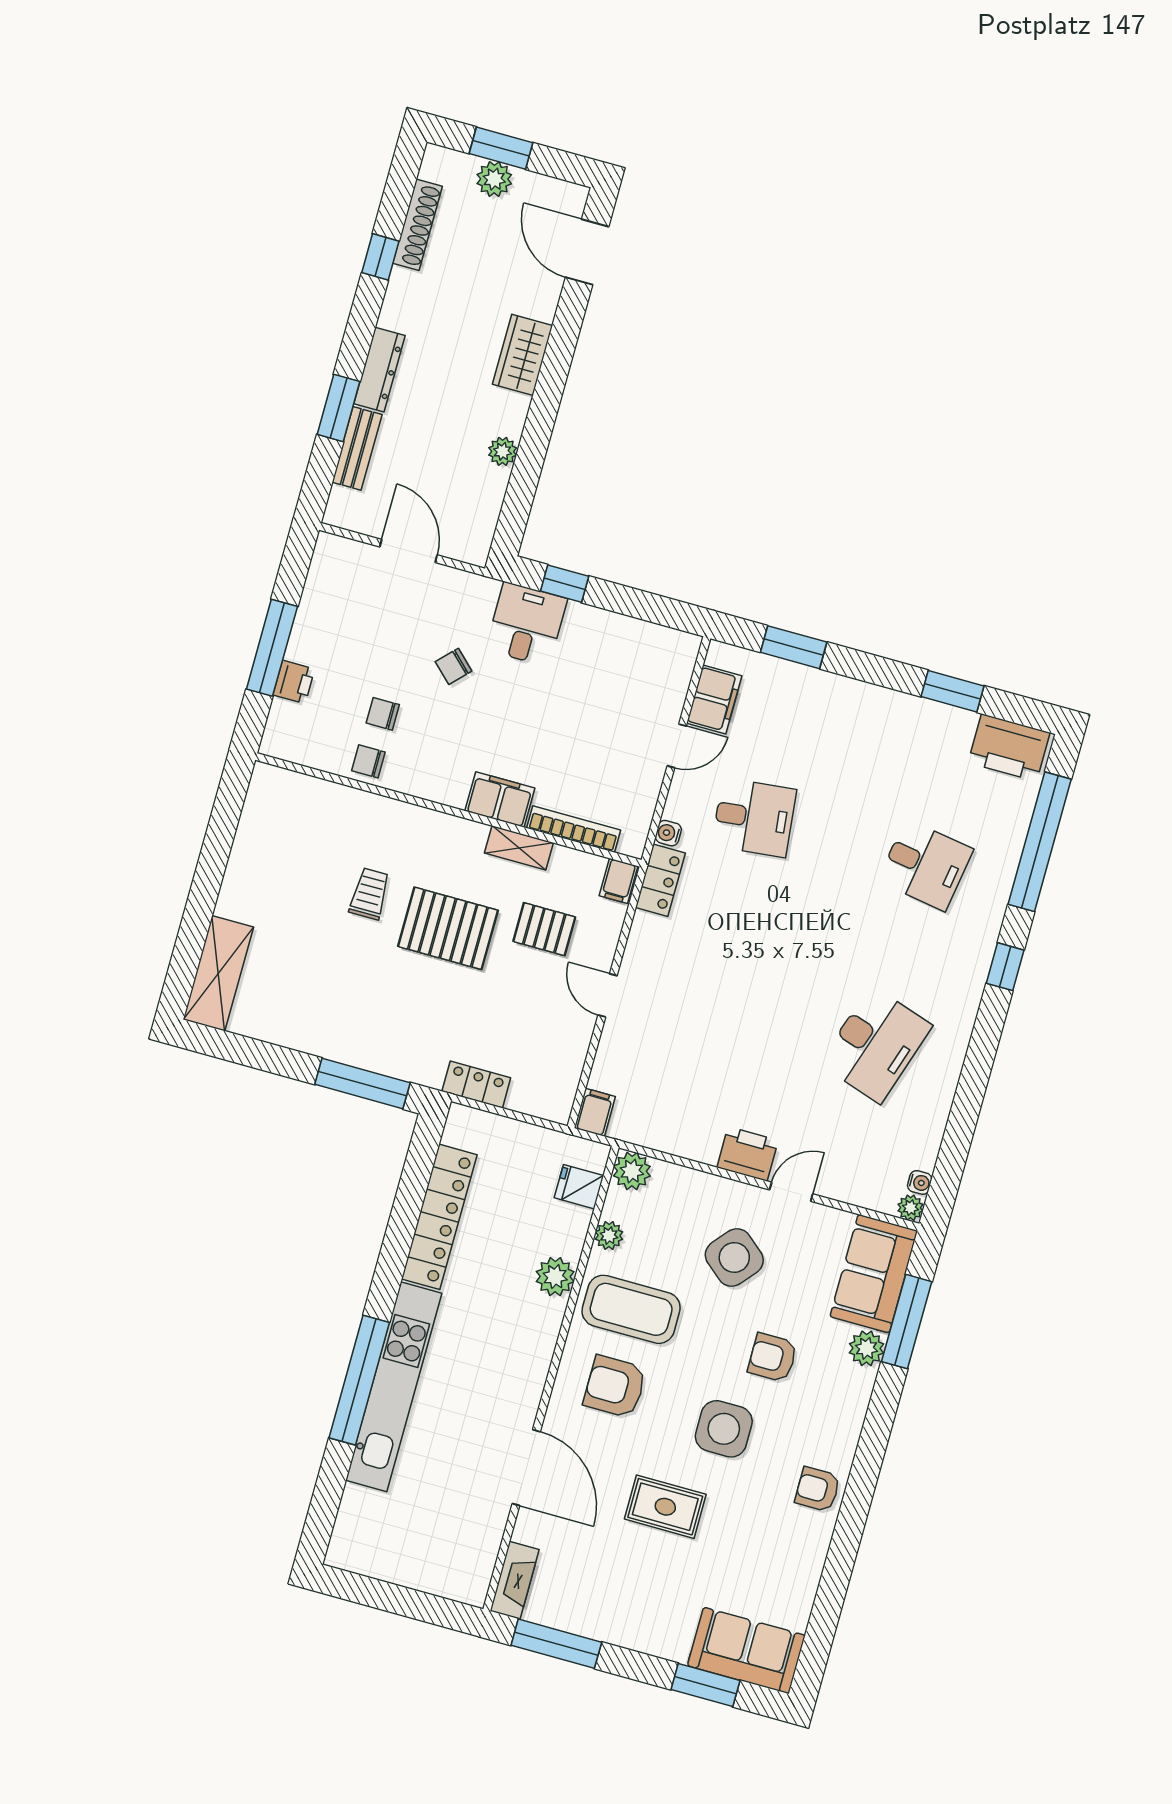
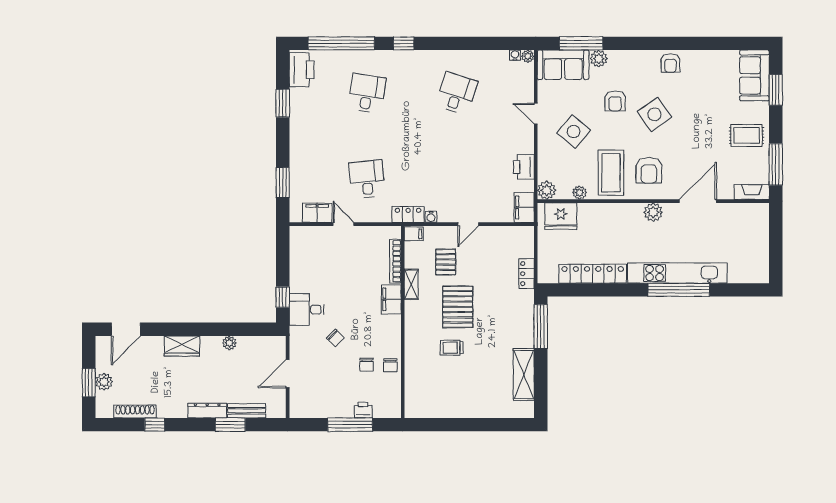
water cooler: (668, 833) -> (431, 217), moved
shelving: (218, 973) -> (524, 375), moved, turned 90
desk: (876, 1044) -> (457, 93), width x0.73
filing cabinet: (595, 1112) -> (524, 207), width x2.00
printer: (748, 1154) -> (524, 167), moved
fridge: (579, 1187) -> (561, 216), width x1.88, depth x1.34
plant: (555, 1277) -> (653, 212), moved
side table: (724, 1429) -> (654, 114), turned -35
rug: (665, 1507) -> (747, 135), moved, turned 90

